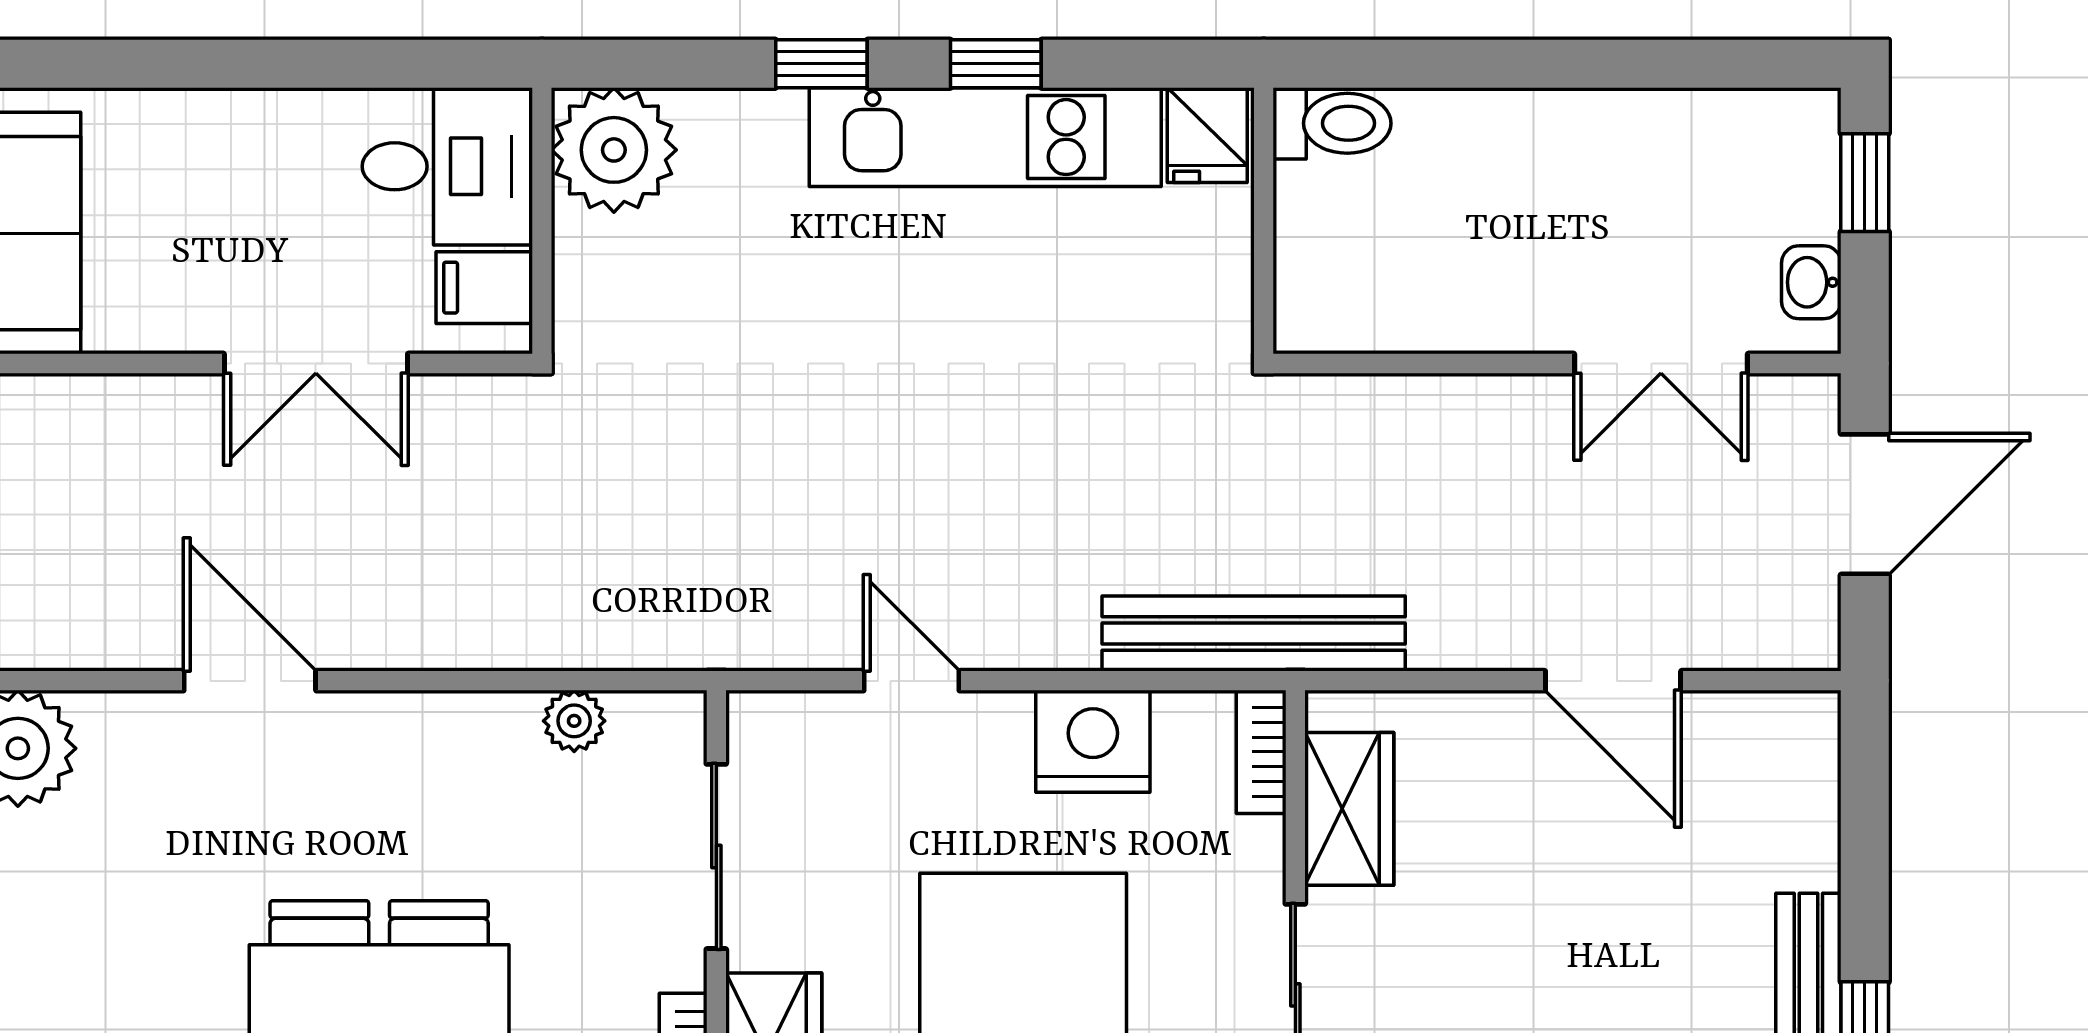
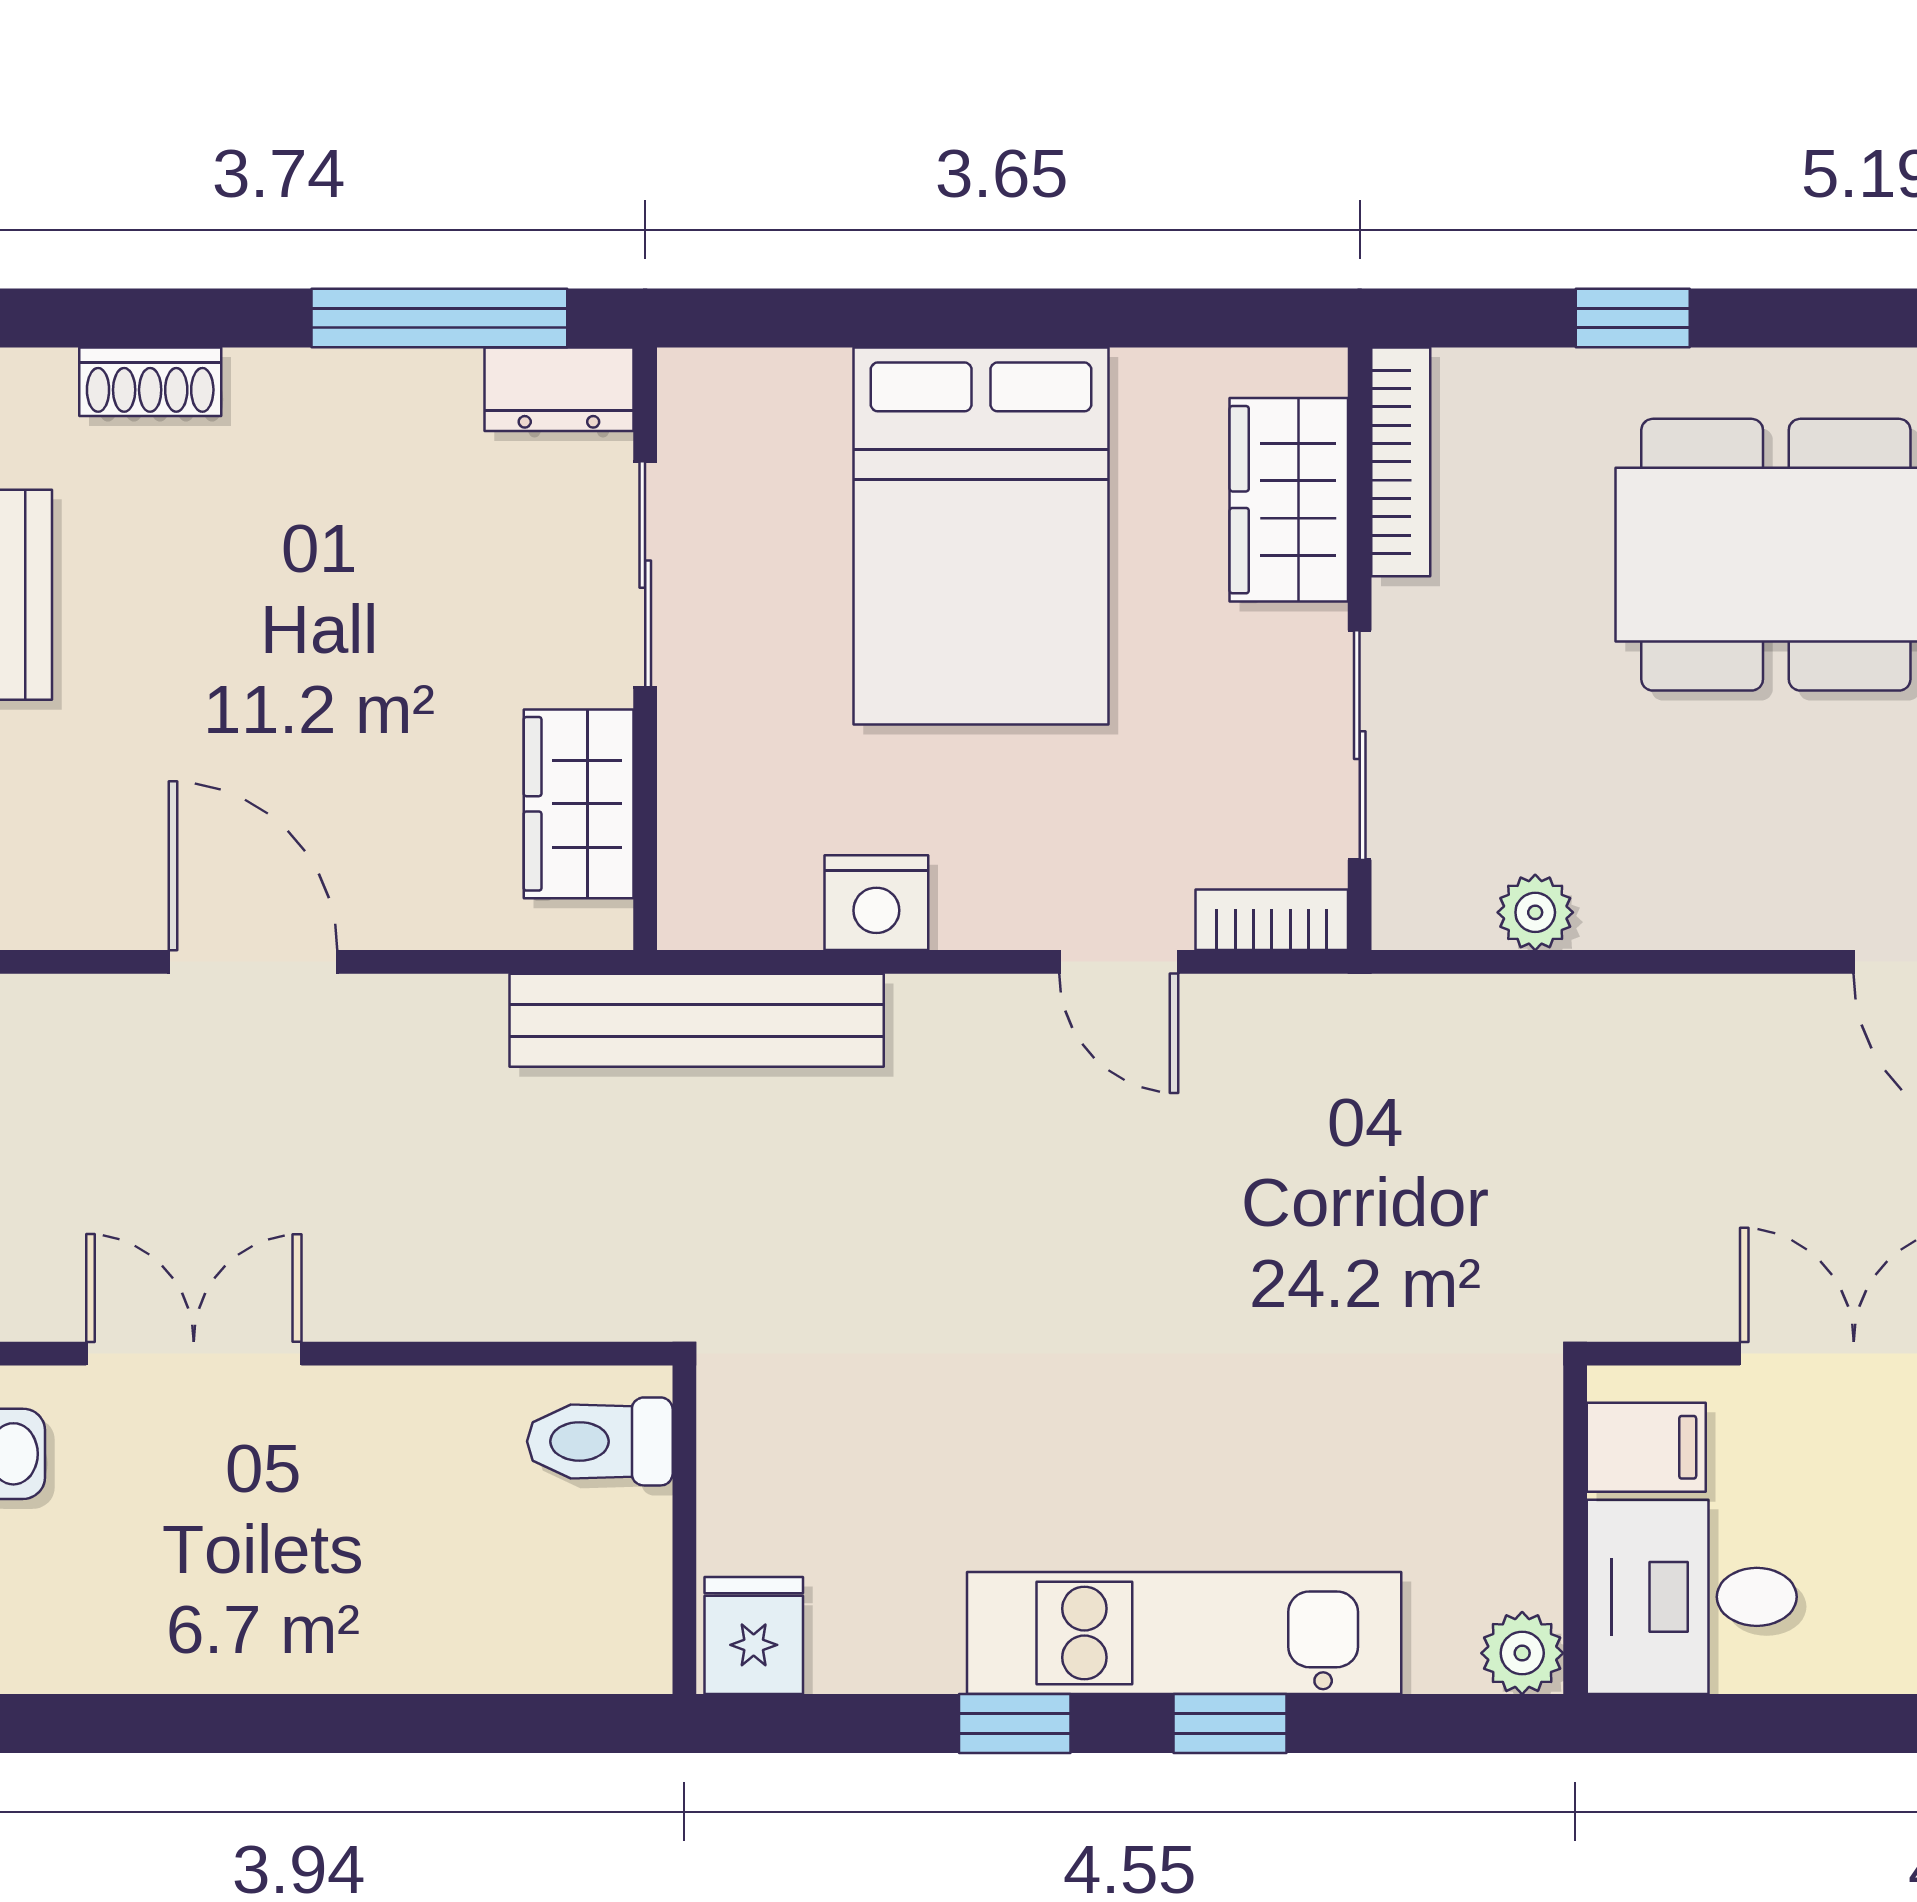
toilet: (1332, 123) -> (600, 1441), moved
kitchen unit: (985, 137) -> (1184, 1633), moved
plant: (614, 150) -> (1522, 1653), width x0.53, depth x0.53
nightstand: (1093, 741) -> (876, 903), width x0.74, depth x0.75
bookcase: (1261, 752) -> (1272, 920), moved, turned -90

